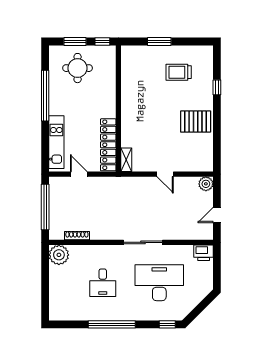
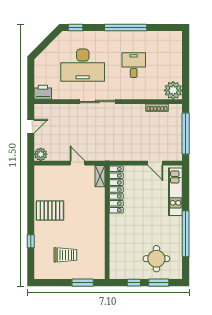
wall: (118, 108) -> (107, 222), moved
locker: (108, 145) -> (116, 190), moved
shelving: (126, 160) -> (100, 176), moved

